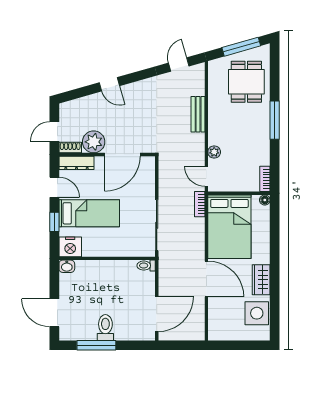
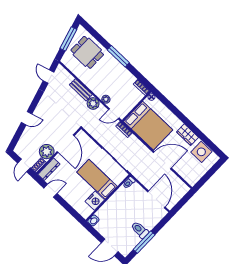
plant: (196, 142) -> (93, 104), added
bed: (89, 213) -> (97, 179), moved, turned -90
window: (54, 222) -> (67, 206), removed
nightstand: (70, 247) -> (95, 201), moved

